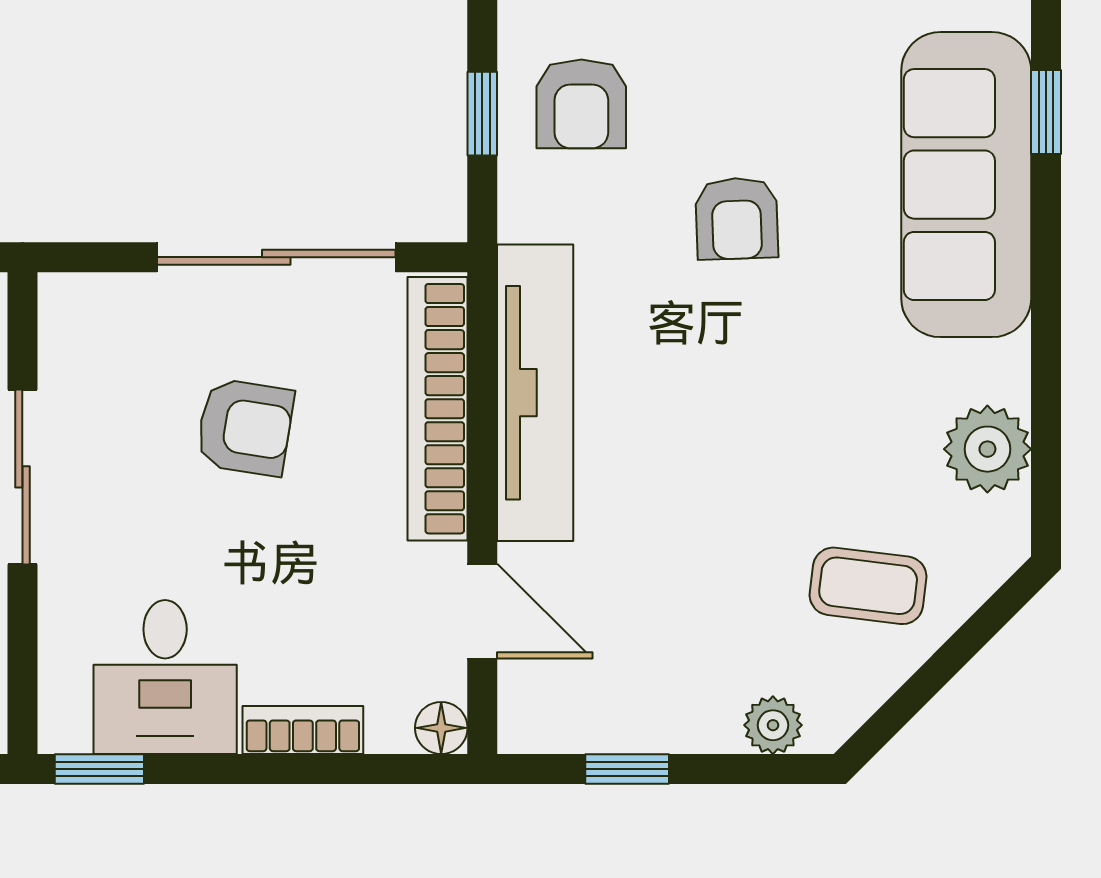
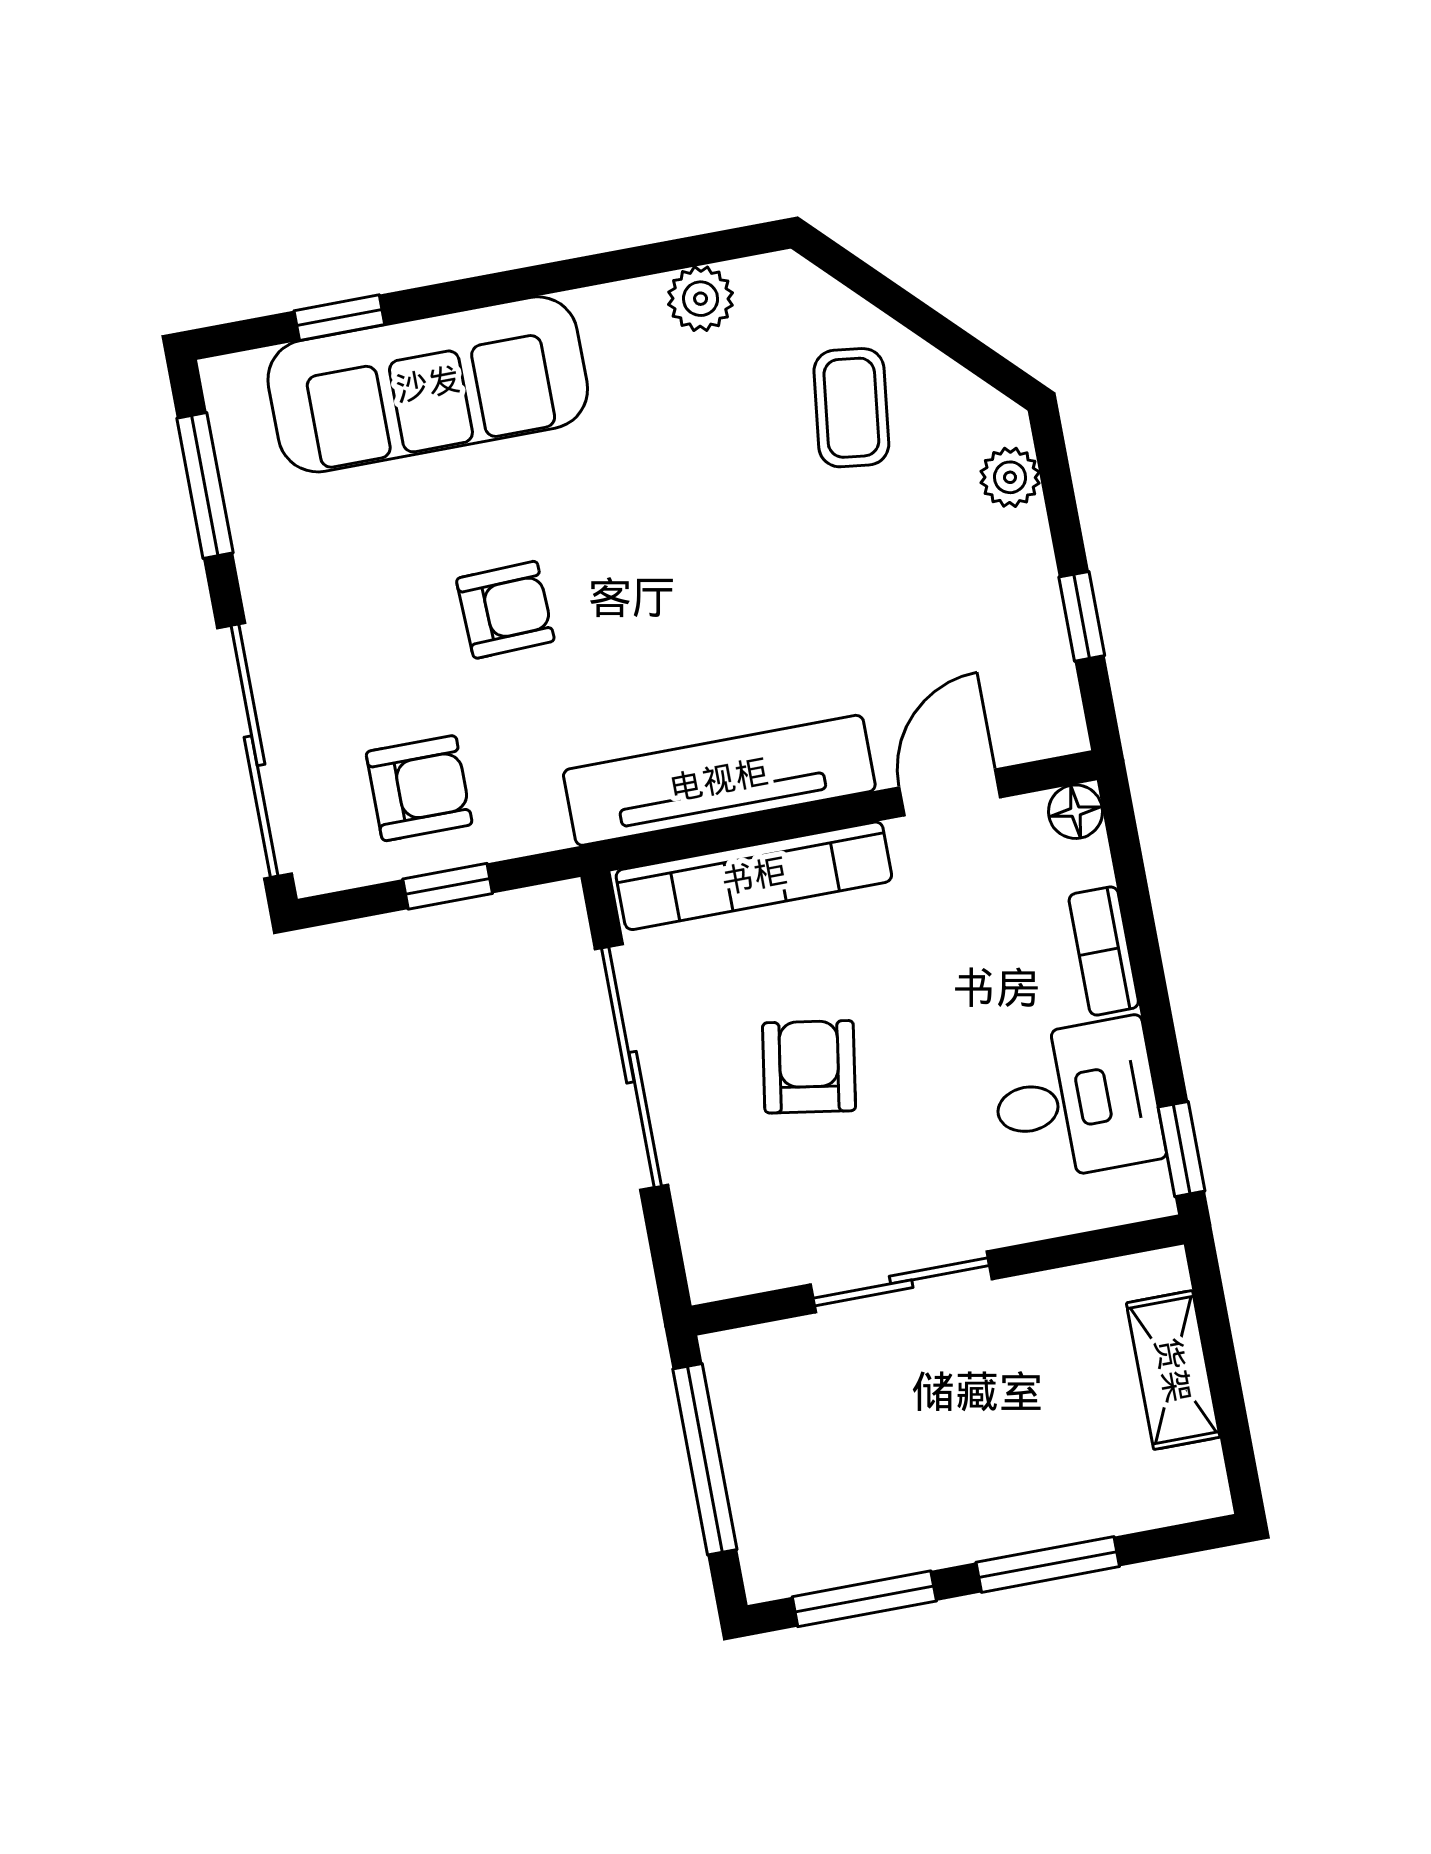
plant: (987, 449) -> (701, 299), width x0.73, depth x0.73

